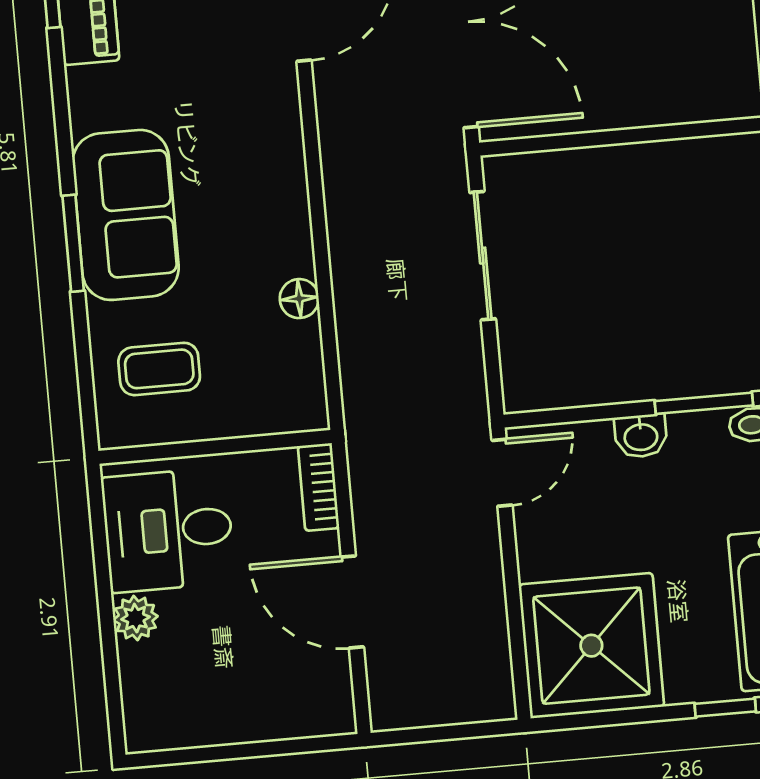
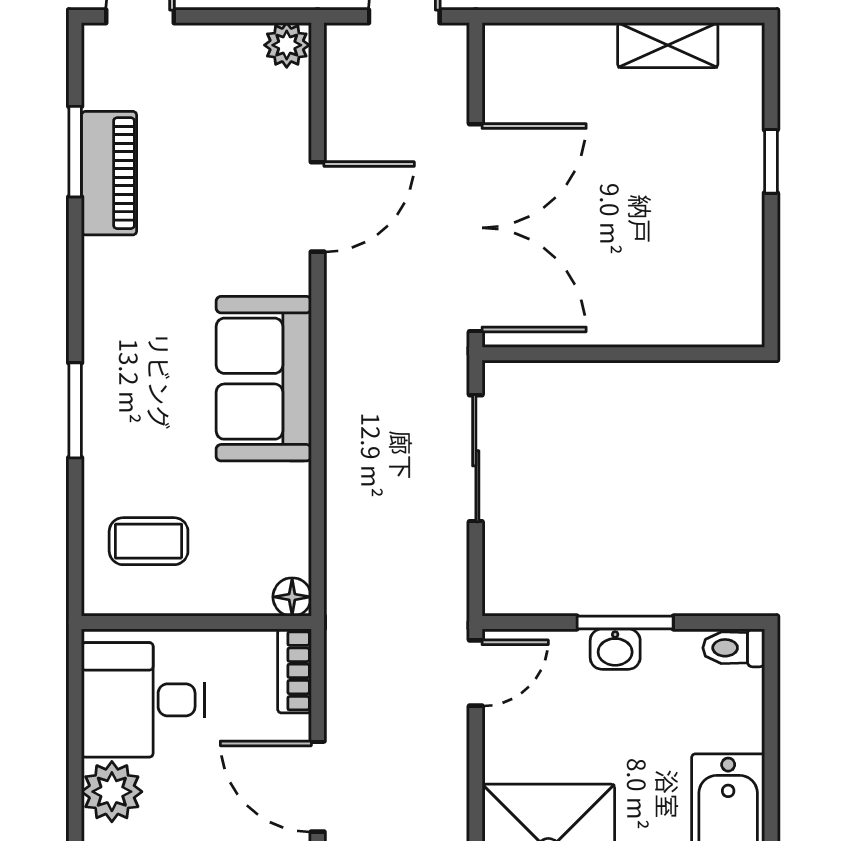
sofa: (126, 215) -> (264, 379), moved, turned 180
floor lamp: (299, 299) -> (292, 597), moved
window: (704, 403) -> (625, 622), moved
plant: (136, 618) -> (112, 792), width x1.38, depth x1.38

